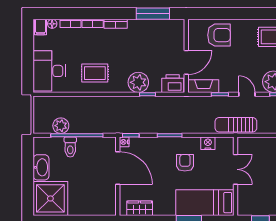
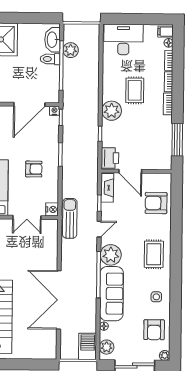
armchair: (219, 35) -> (156, 203), turned 90
rug: (95, 73) -> (135, 90), moved
plant: (138, 82) -> (112, 111), moved
nightstand: (208, 143) -> (52, 209), moved
washbasin: (41, 167) -> (52, 40), moved, turned 90

